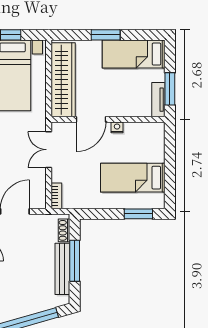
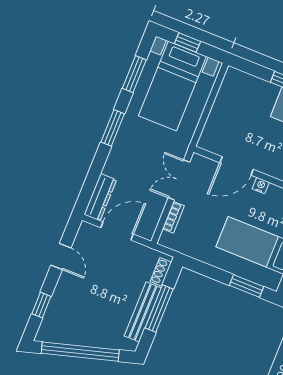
wardrobe: (63, 80) -> (224, 112), removed
bookcase: (56, 196) -> (173, 217), moved

